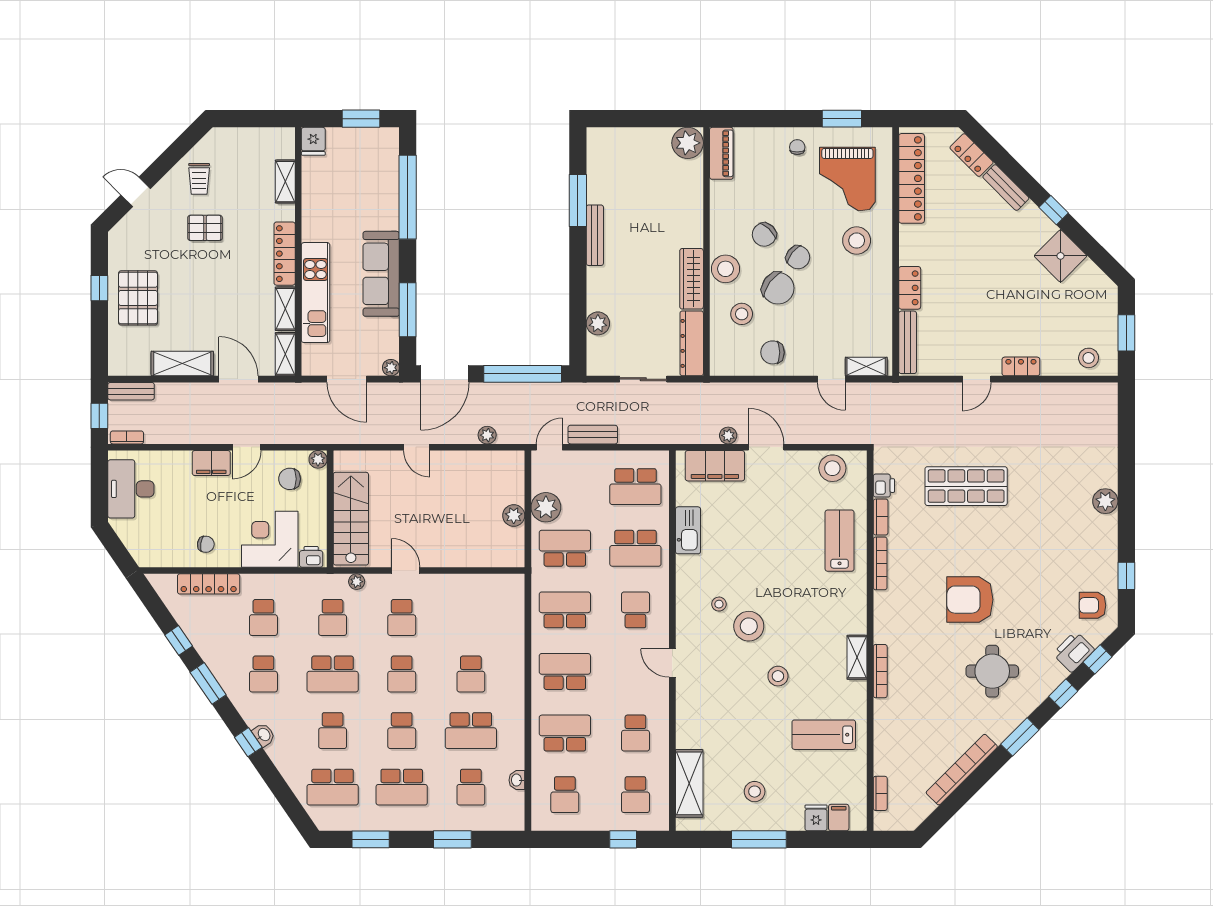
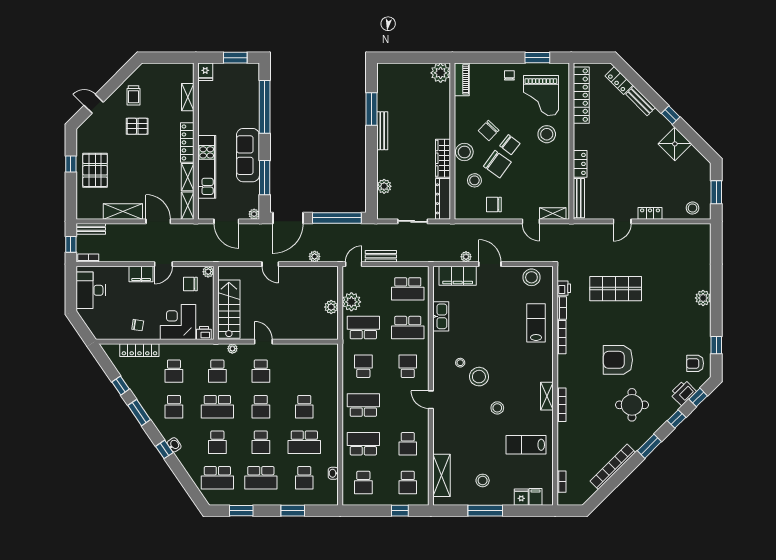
school desk: (565, 610) -> (363, 366), width x0.54

